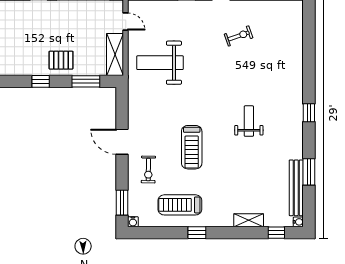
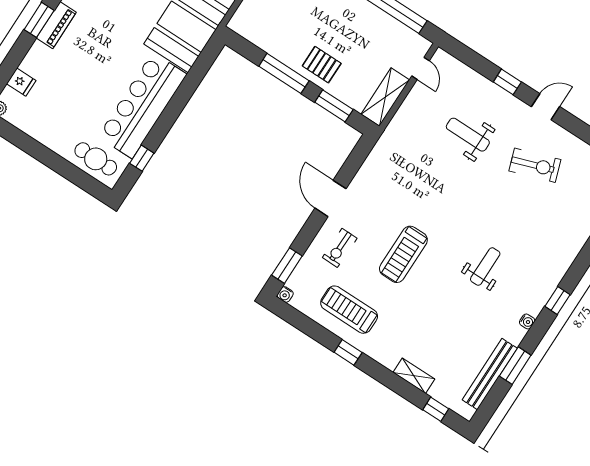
exercise bike: (239, 36) -> (535, 165), width x1.38, depth x1.39
weight bench: (160, 63) -> (468, 135), moved, width x0.73, depth x0.75
window: (41, 81) -> (284, 73), width x2.17
water cooler: (298, 222) -> (527, 321), moved

